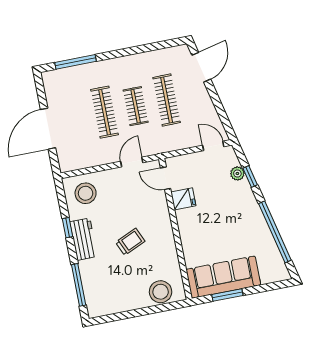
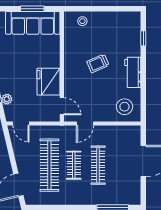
clothes rail: (167, 100) -> (49, 165), width x1.37, depth x1.31
fridge: (183, 199) -> (49, 82), width x1.88, depth x1.34
window: (67, 228) -> (143, 83), removed
window: (79, 285) -> (143, 38), width x0.46
stool: (161, 292) -> (82, 21), width x0.53, depth x0.53

